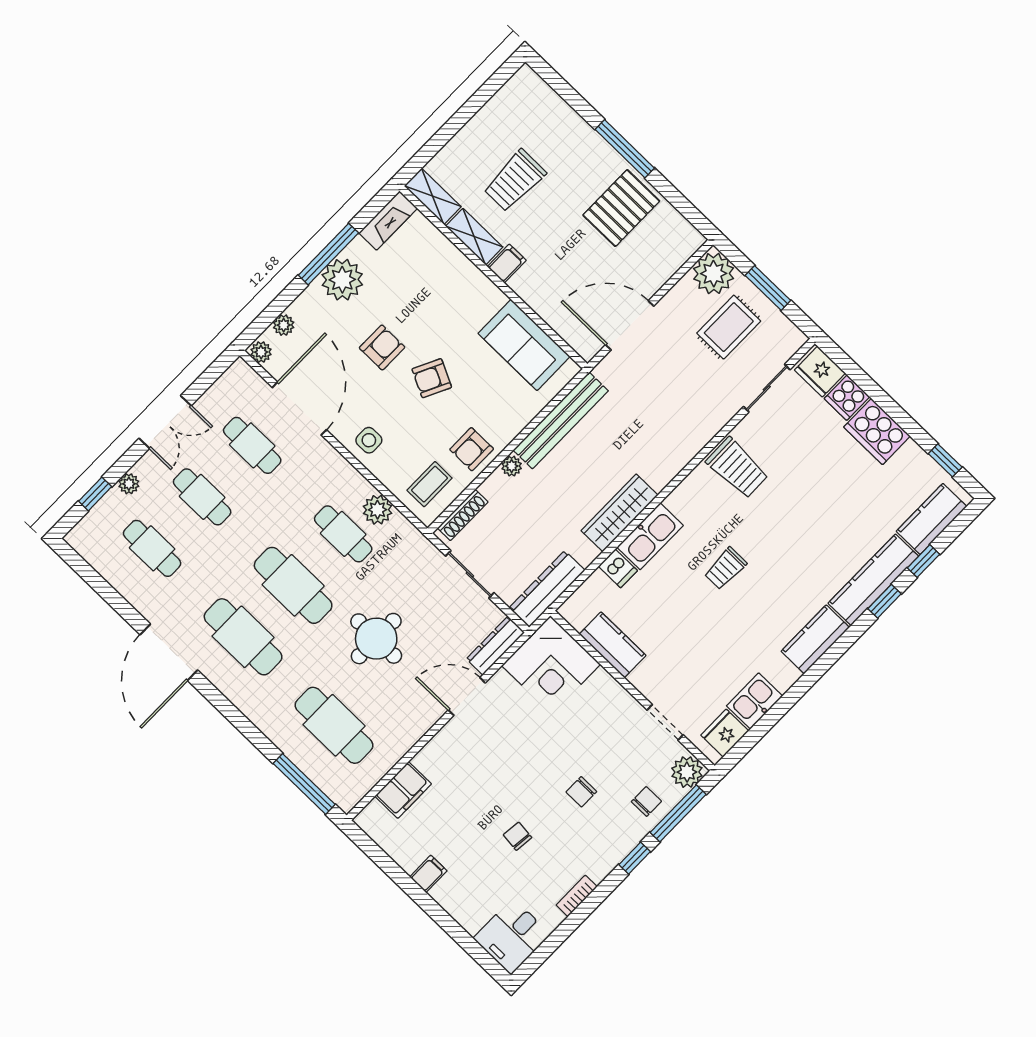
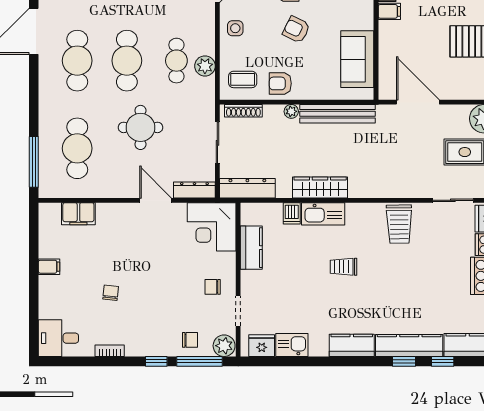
chair: (581, 792) -> (213, 287), moved

